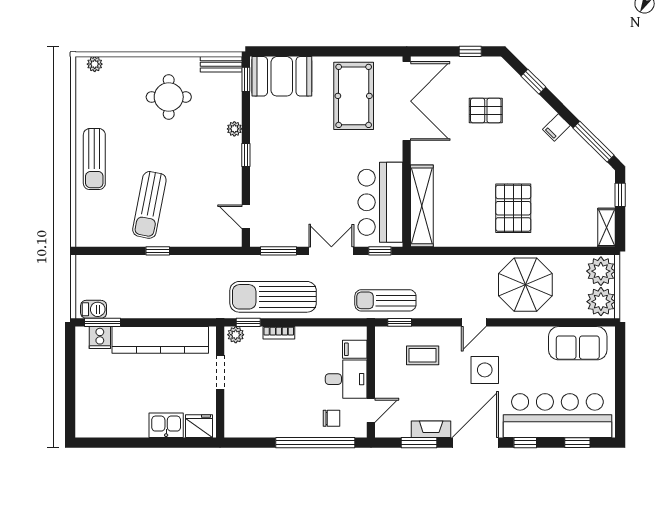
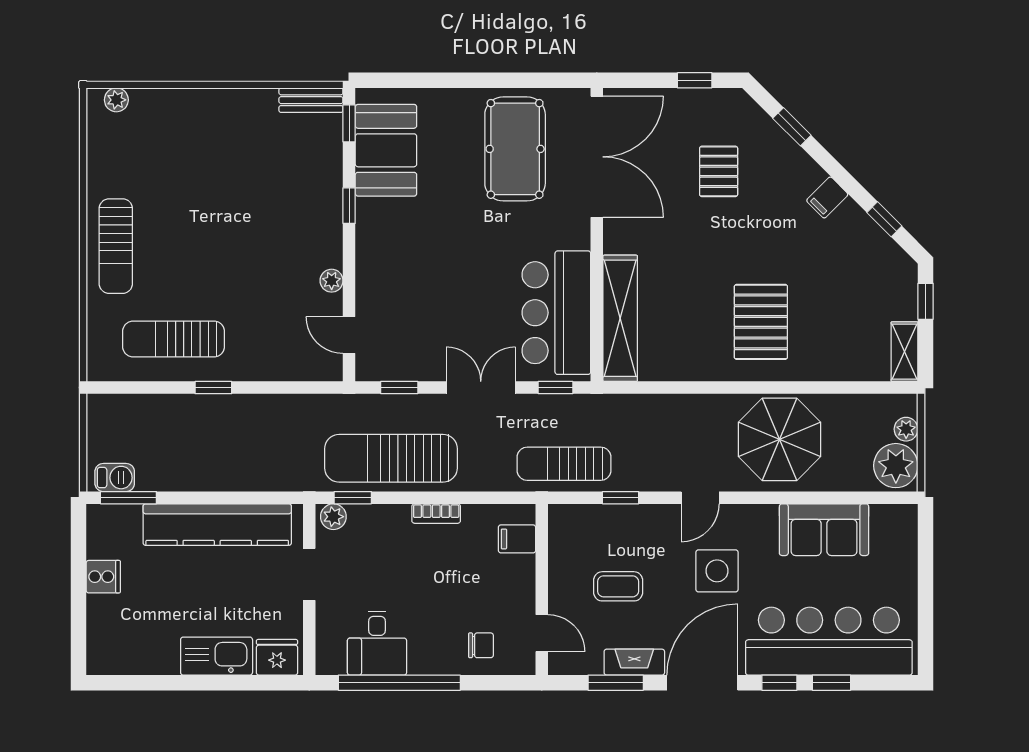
booth: (282, 76) -> (386, 150), moved, turned 90
round table: (169, 97) -> (230, 151), removed
pallet: (486, 110) -> (719, 171), turned 90
plant: (234, 129) -> (332, 281), moved
window: (593, 142) -> (884, 219), width x0.46
window: (246, 155) -> (349, 206), moved
sun lounger: (149, 205) -> (174, 339), moved, turned 79
window: (278, 251) -> (399, 388), width x0.67
plant: (601, 271) -> (906, 429), width x0.53, depth x0.53
window: (400, 322) -> (621, 498), moved
bookcase: (279, 333) -> (436, 514), moved
cooker: (100, 338) -> (103, 577), moved, turned -90
sofa: (578, 343) -> (824, 530), moved
coffee table: (423, 355) -> (618, 586), moved
desk: (346, 379) -> (377, 643), moved, turned 90
door: (371, 410) -> (542, 633), hinge flipped
kitchen sink: (166, 425) -> (217, 656), width x1.38
window: (315, 443) -> (399, 683), moved
window: (577, 443) -> (831, 683), moved

